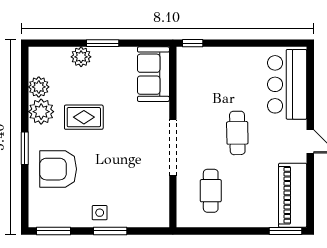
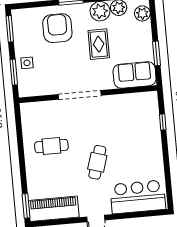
plant: (81, 57) -> (142, 13), moved
sofa: (153, 74) -> (135, 75), moved
cafe table: (237, 133) -> (97, 162), turned -72
wall: (173, 137) -> (88, 94), moved
doorway: (173, 148) -> (80, 95), moved

